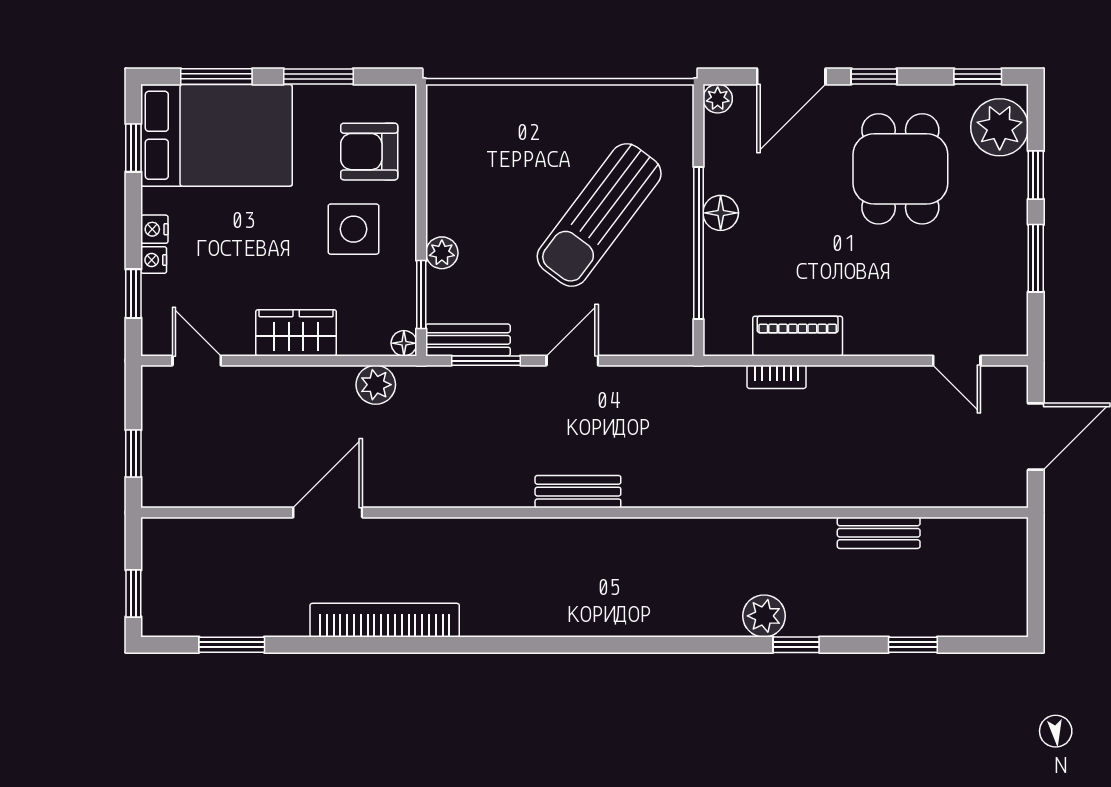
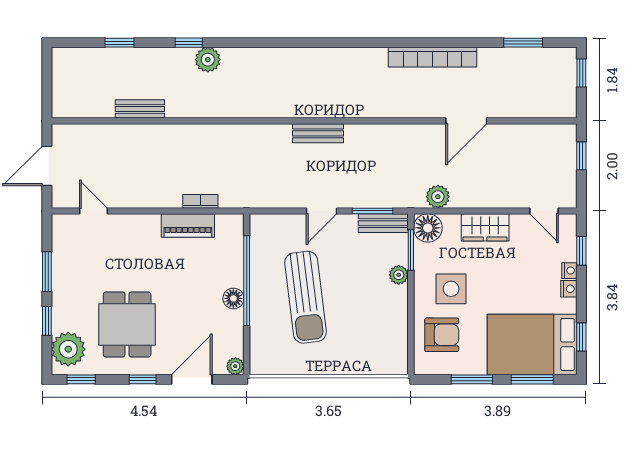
sun lounger: (599, 215) -> (305, 297), turned 136
floor lamp: (404, 343) -> (428, 228), width x1.89, depth x1.89

